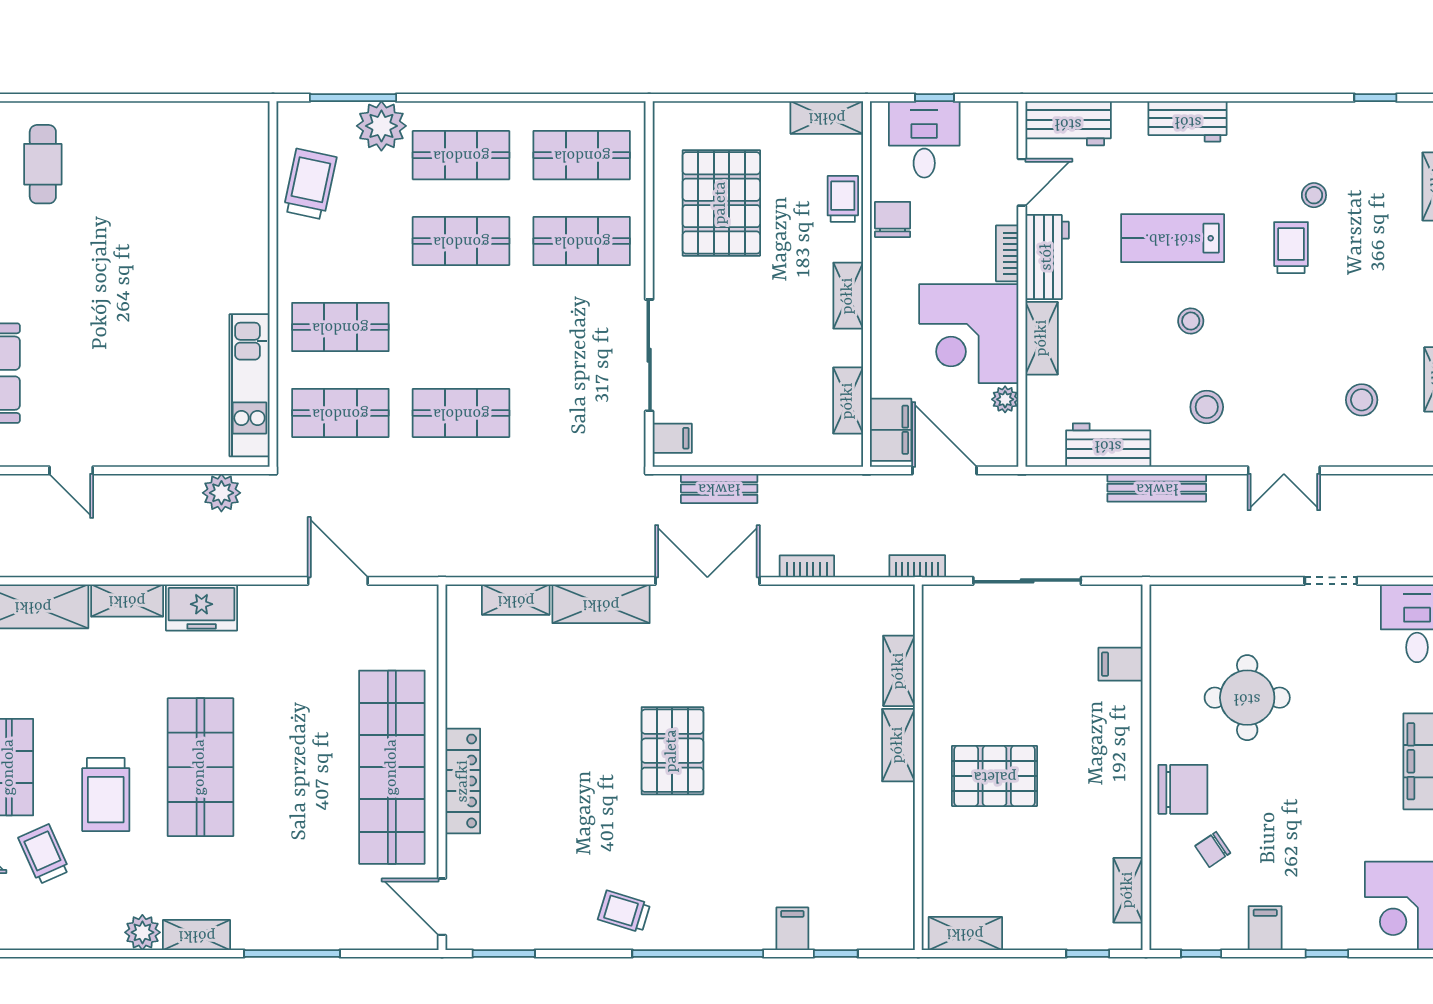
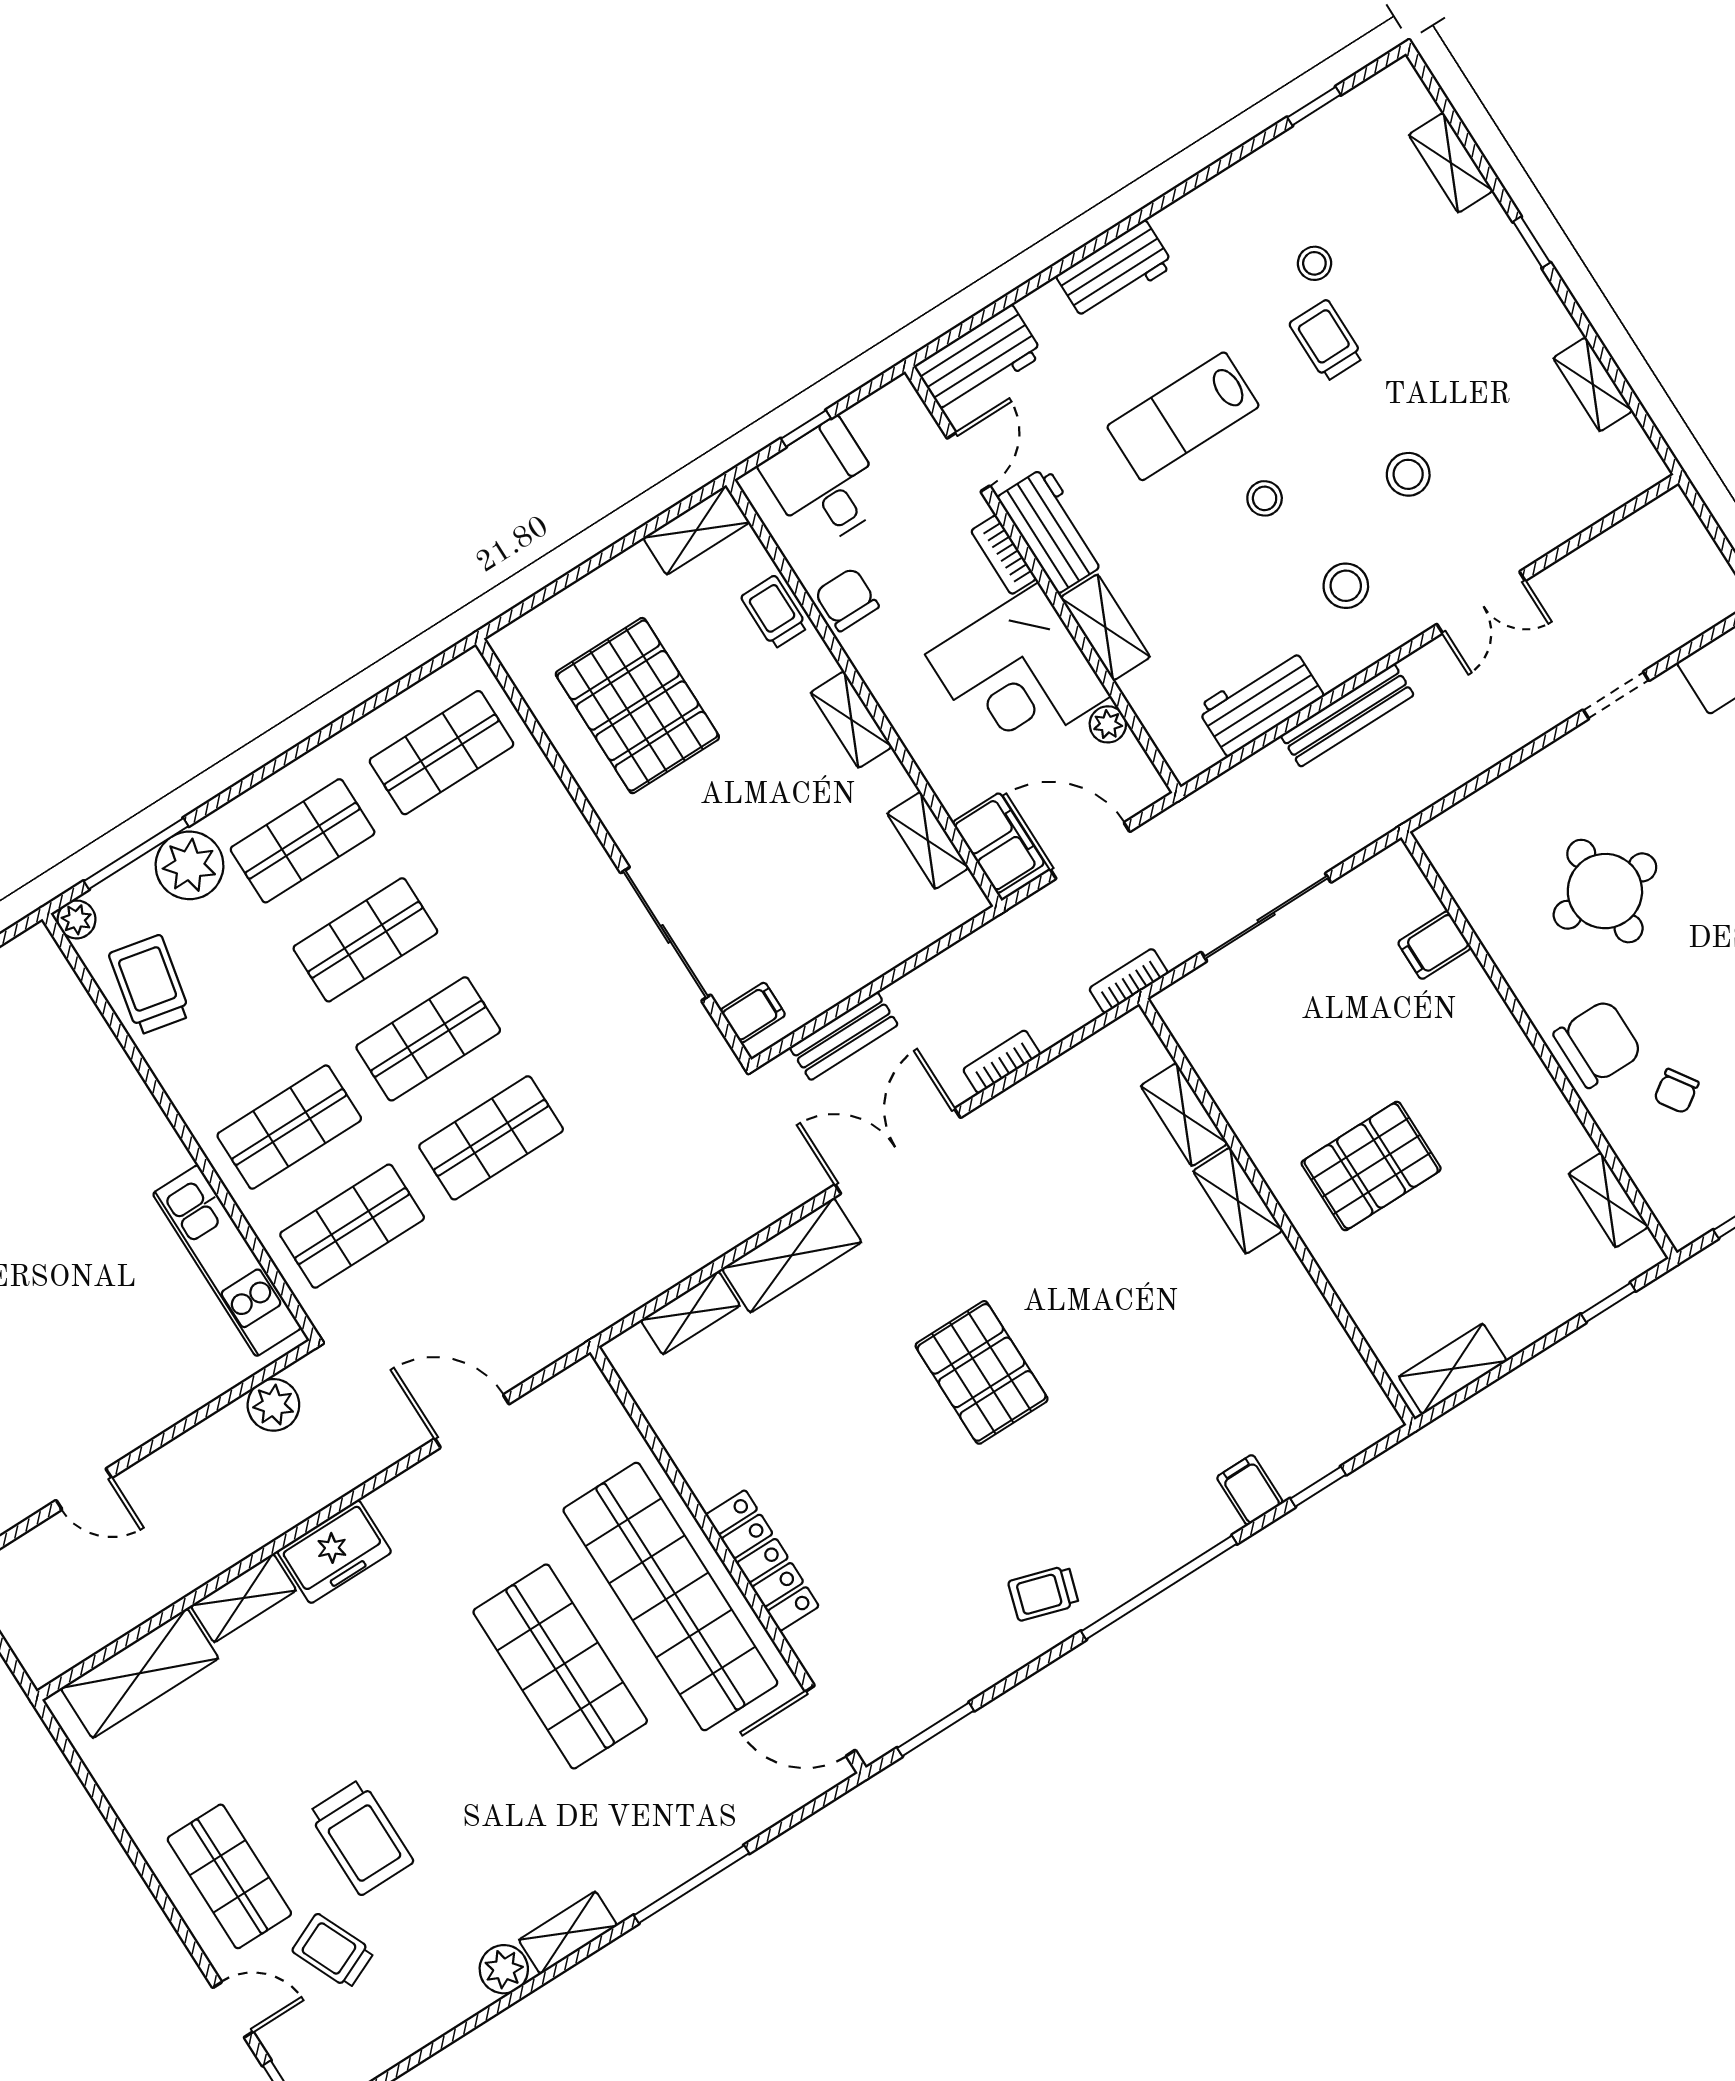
plant: (290, 115) -> (76, 919), added
shop shelf: (582, 241) -> (428, 1039), moved
stool: (1362, 400) -> (1408, 474), moved
shop shelf: (200, 767) -> (560, 1666), moved

